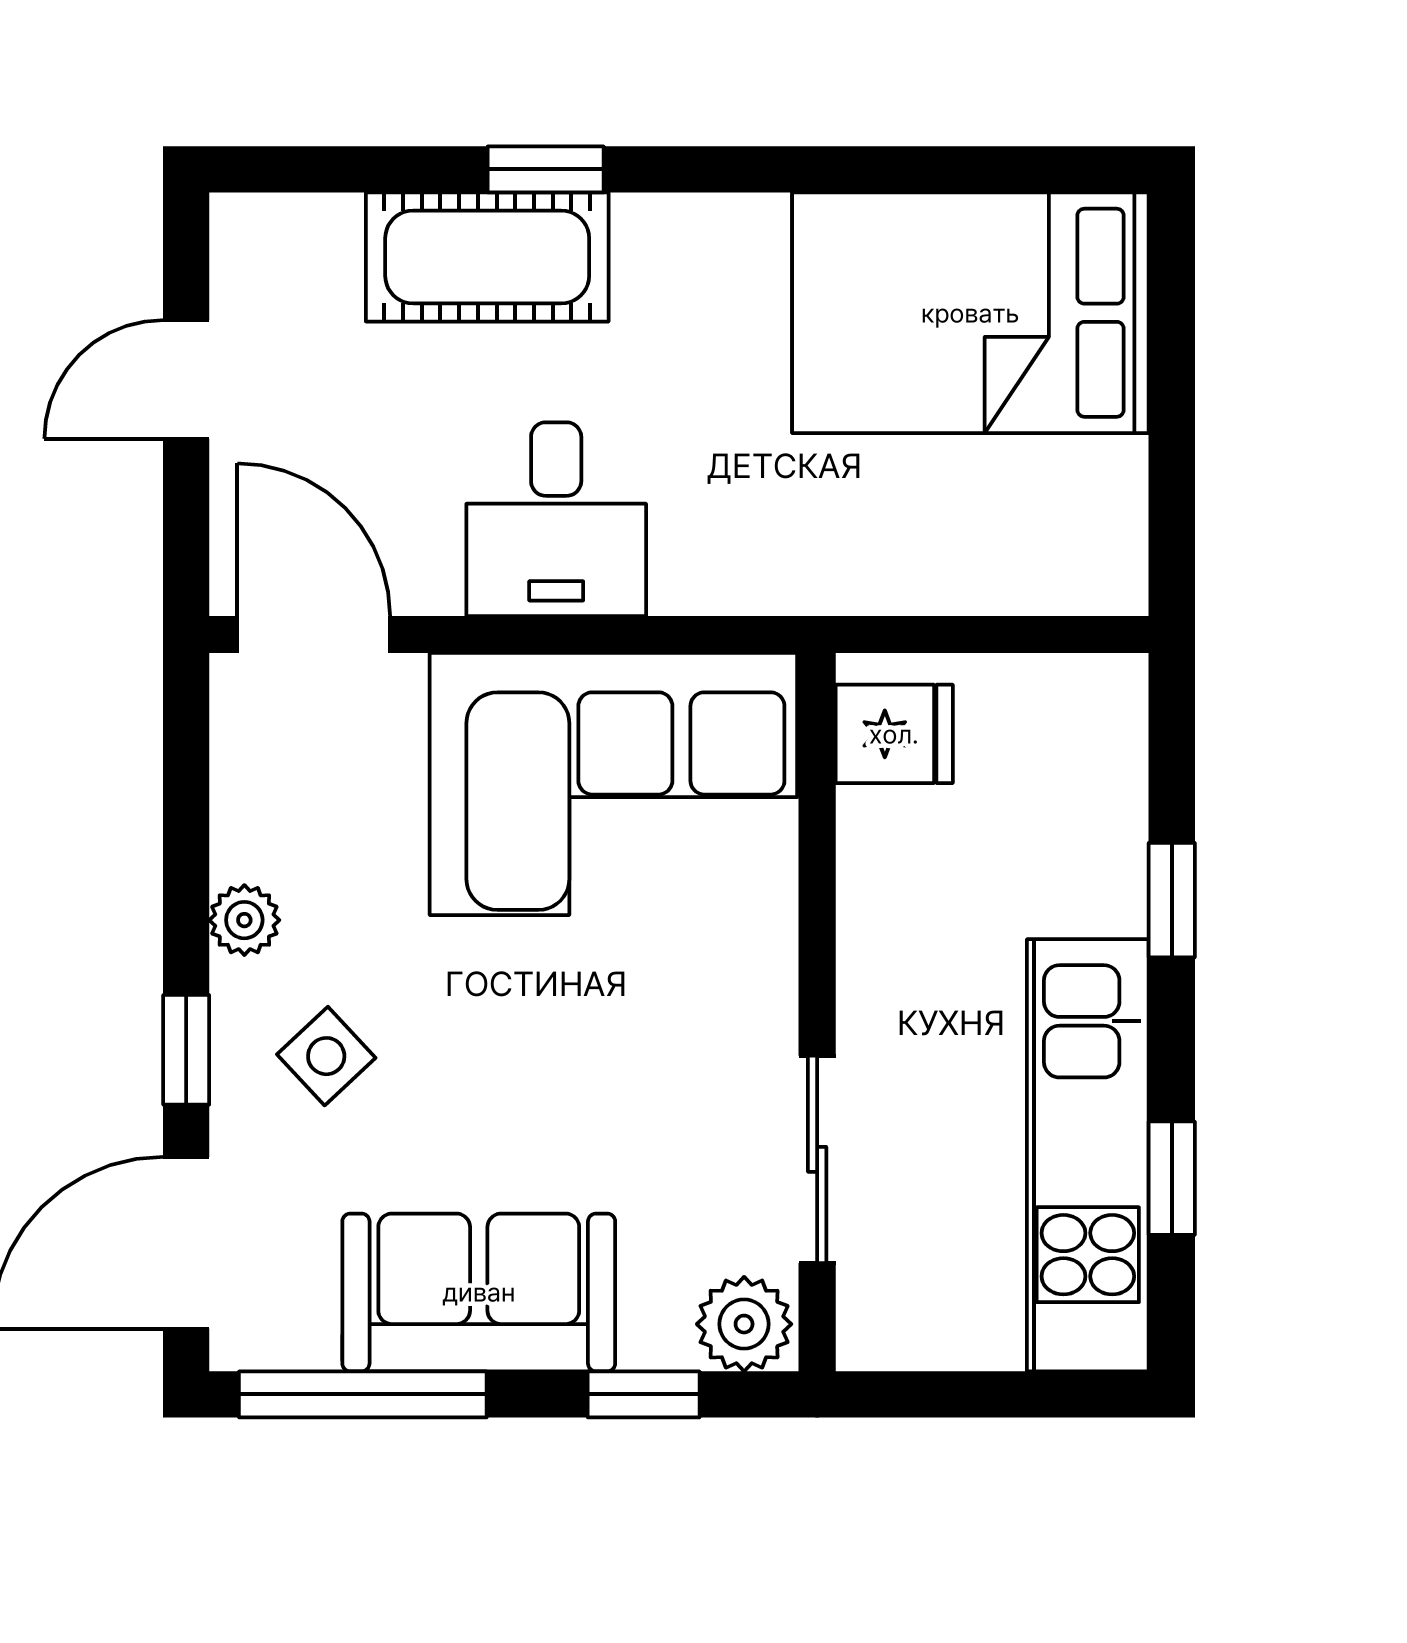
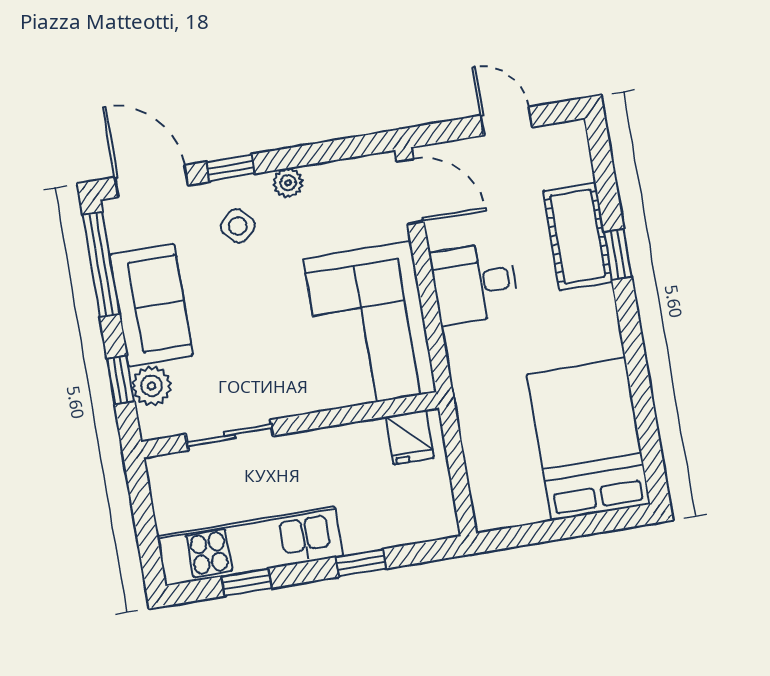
door: (314, 635) -> (410, 191), hinge flipped
plant: (744, 1324) -> (151, 386), moved

